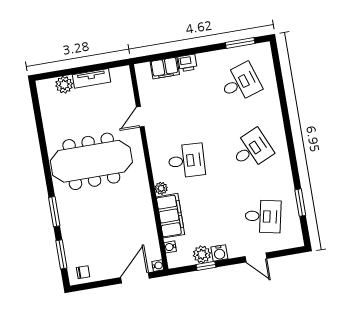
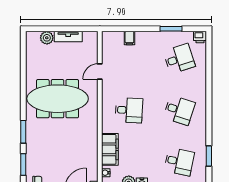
window: (240, 43) -> (171, 29), moved
printer: (187, 63) -> (200, 37), moved
filing cabinet: (165, 68) -> (129, 38), width x0.50
desk: (252, 150) -> (179, 110), turned 42
plant: (161, 188) -> (106, 128), removed

